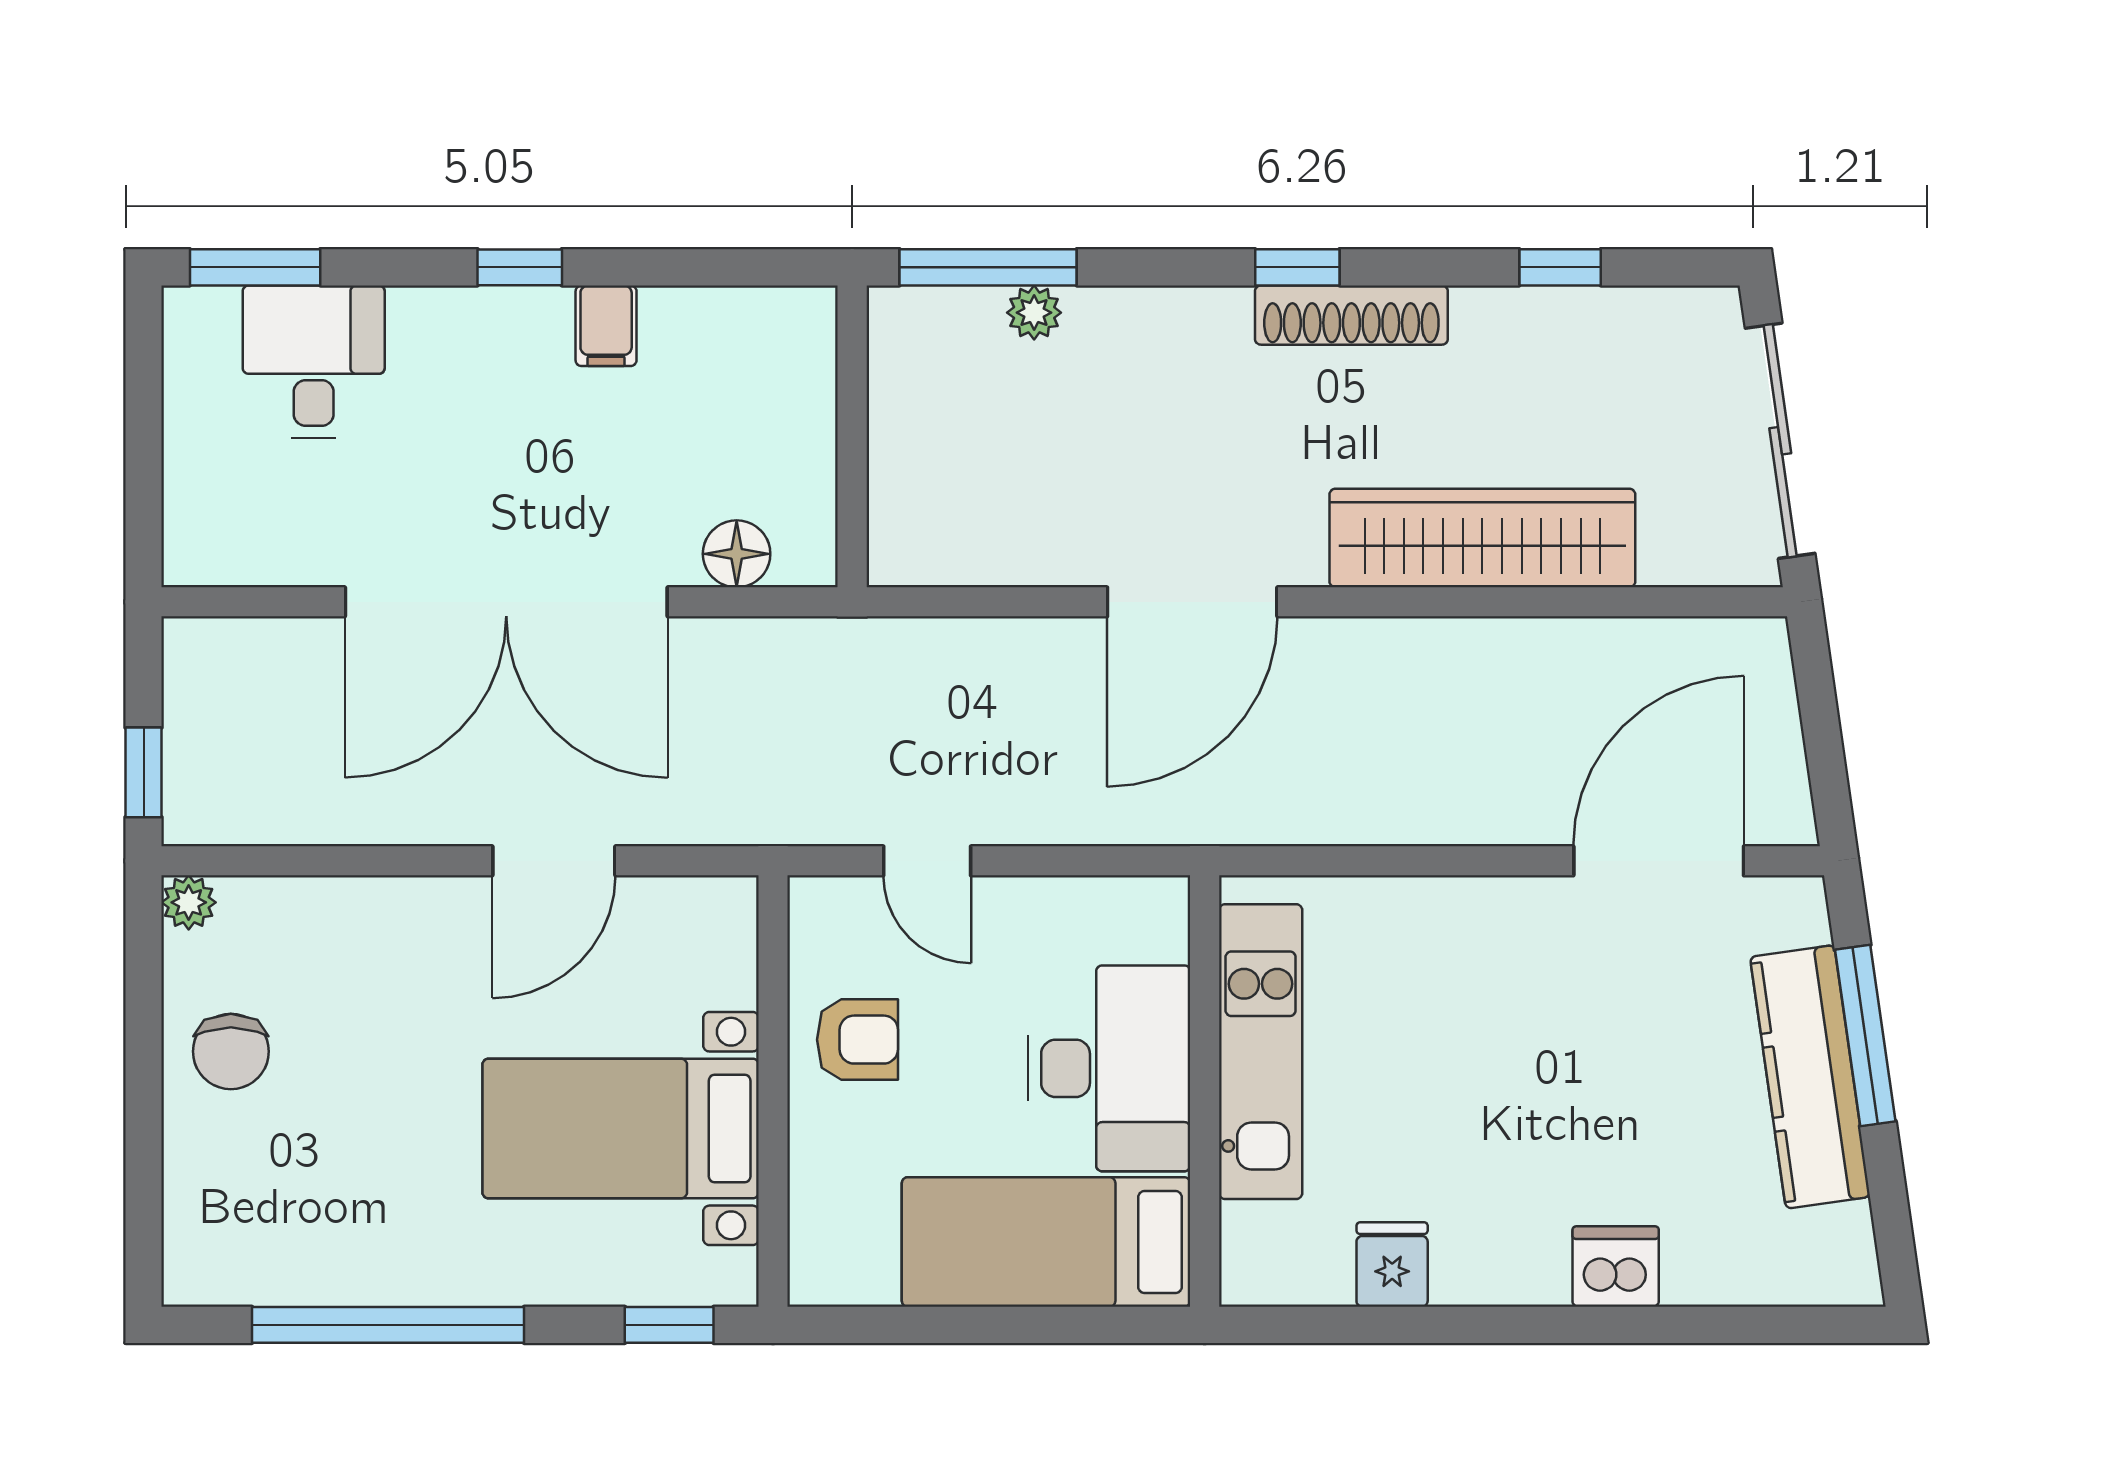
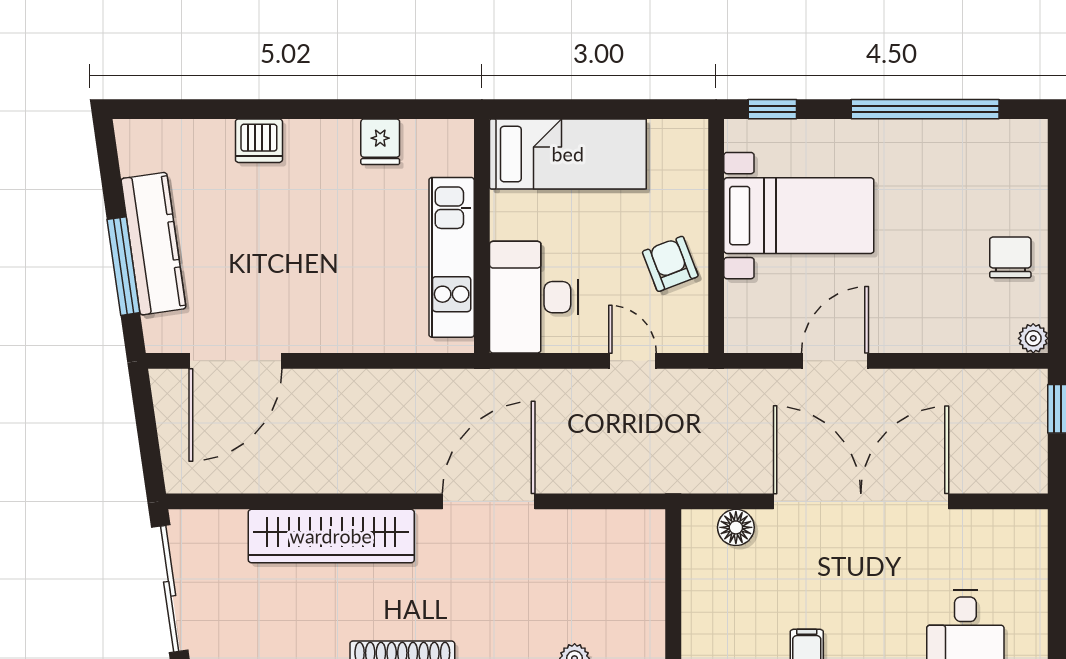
armchair: (857, 1040) -> (670, 264), turned 69
desk: (1109, 1068) -> (534, 297), moved

